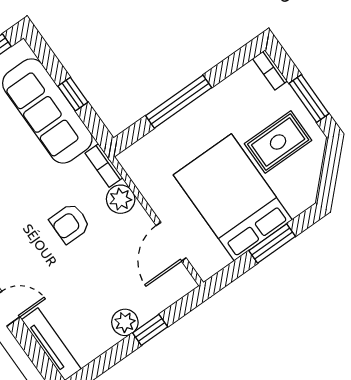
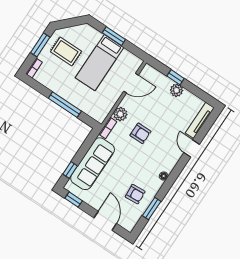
window: (73, 94) -> (70, 170), moved
bed: (233, 197) -> (100, 63), width x0.67

